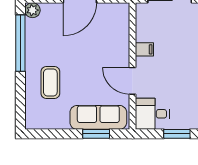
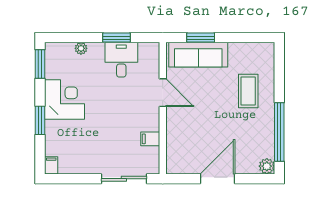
filing cabinet: (144, 49) -> (150, 139), moved
desk: (152, 114) -> (121, 60), moved, turned -90

